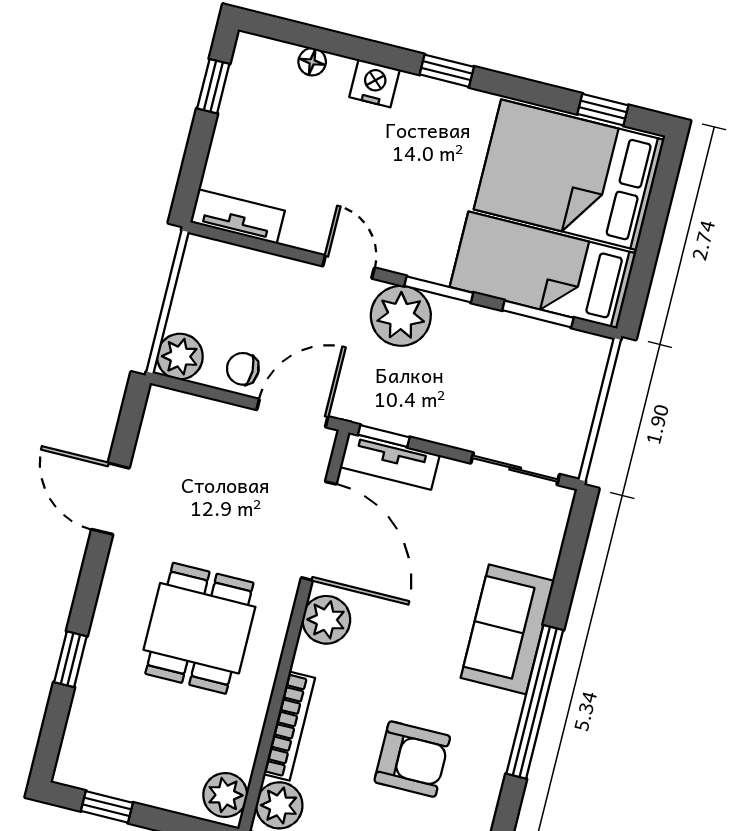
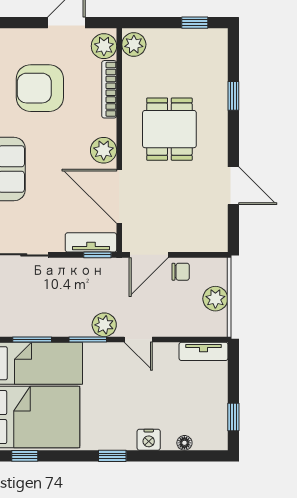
plant: (401, 316) -> (104, 325), width x0.73, depth x0.73
plant: (180, 357) -> (215, 299), moved
armchair: (412, 759) -> (40, 88), width x1.36, depth x1.36

